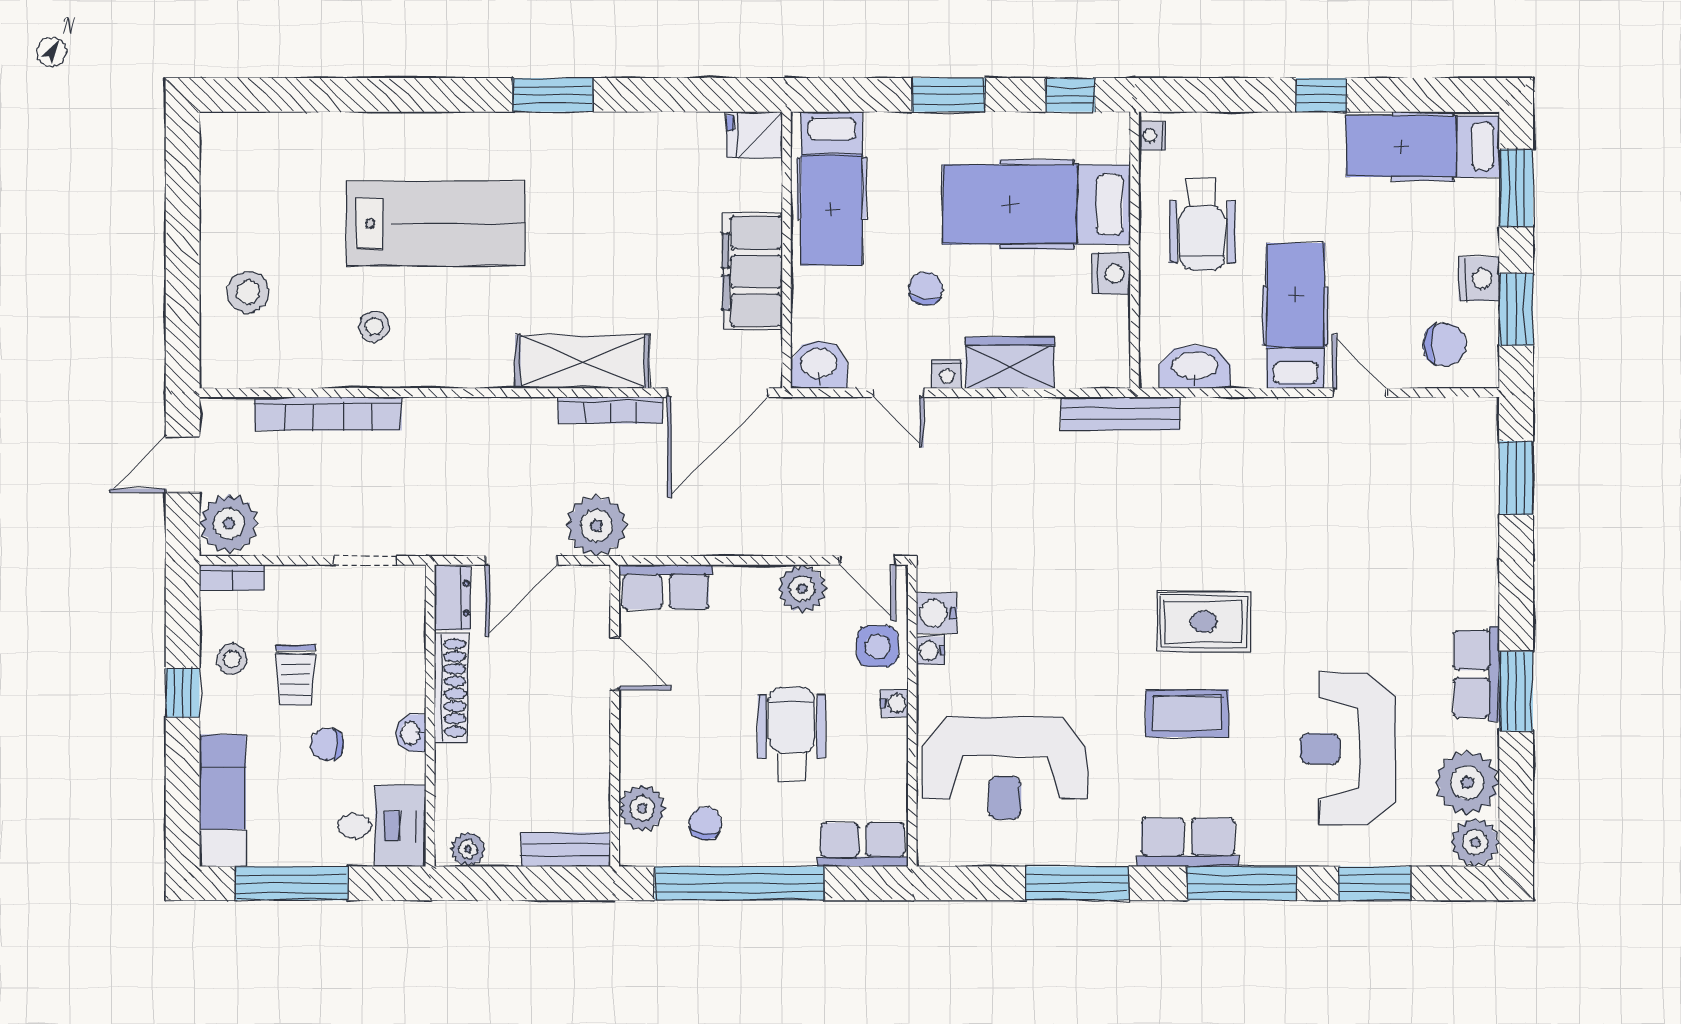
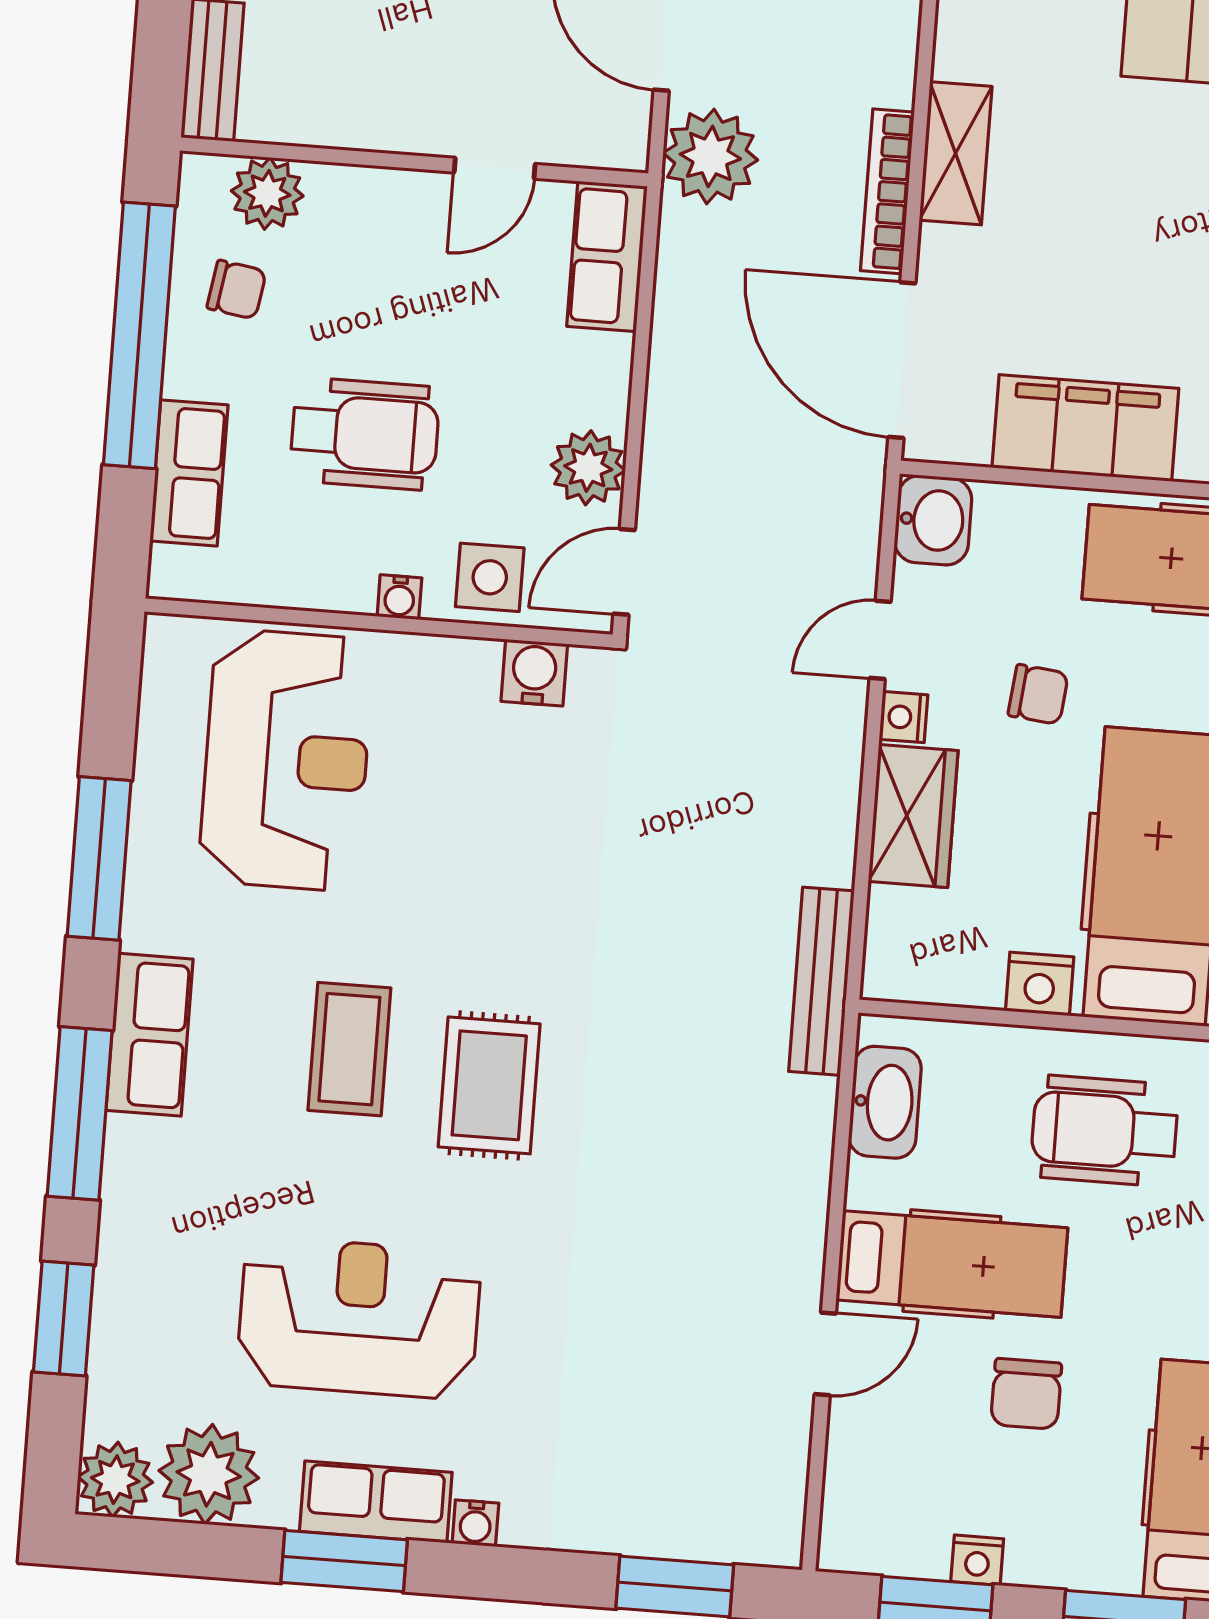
nightstand: (1479, 279) -> (977, 1560), width x0.72, depth x0.74
chair: (1445, 344) -> (1026, 1394), moved
shelving: (582, 362) -> (956, 153), width x0.67, depth x0.75
water cooler: (931, 651) -> (475, 1523), moved, turned 180
reception desk: (1348, 749) -> (359, 1318), moved
reception desk: (1005, 768) -> (286, 760), turned 180
row of seats: (863, 845) -> (189, 473), moved

